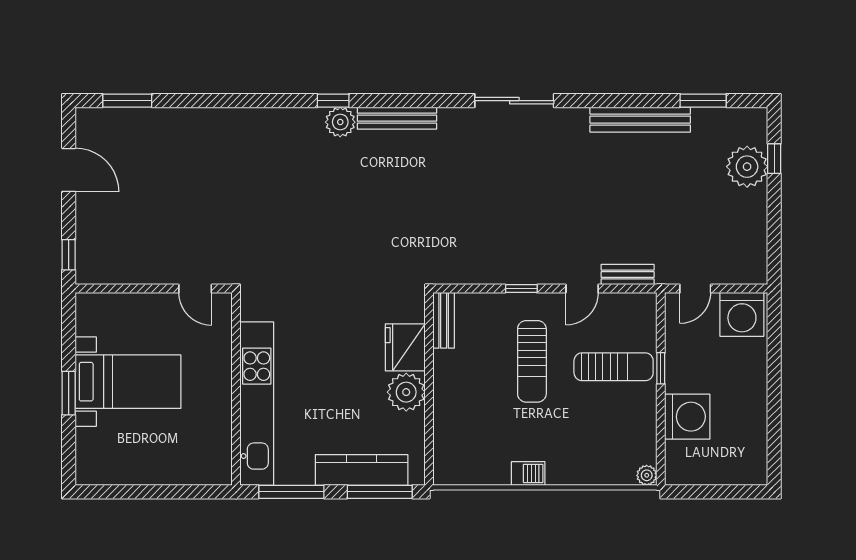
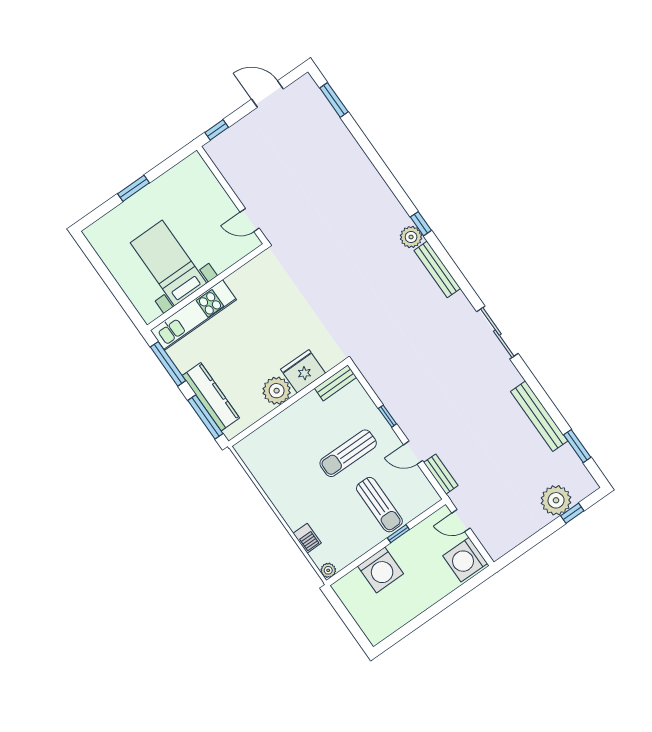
door: (69, 170) -> (268, 94), swing flipped
door: (195, 289) -> (250, 220), hinge flipped
bed with nightstands: (128, 382) -> (168, 263), moved, turned 180
kitchen unit: (257, 404) -> (193, 315), width x0.73
barbecue: (528, 474) -> (307, 538), moved

